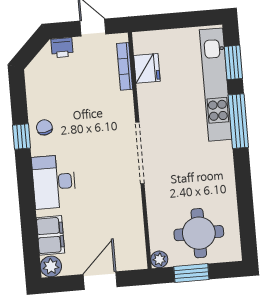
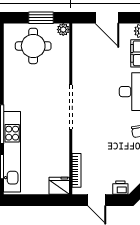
fridge: (147, 68) -> (59, 186), moved, turned 90
door: (100, 281) -> (107, 18), hinge flipped

